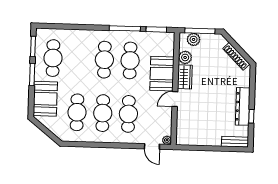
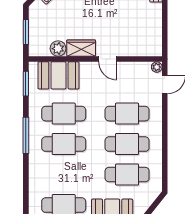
window: (125, 28) -> (26, 135), moved
window: (200, 31) -> (26, 32), width x0.69
plant: (194, 39) -> (36, 39), removed
booth: (162, 74) -> (58, 75), moved

